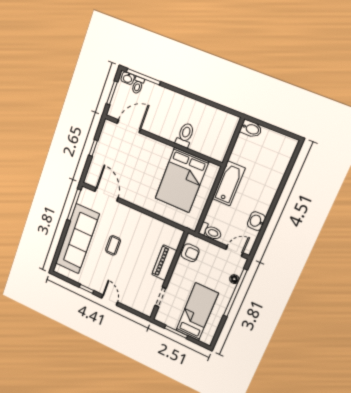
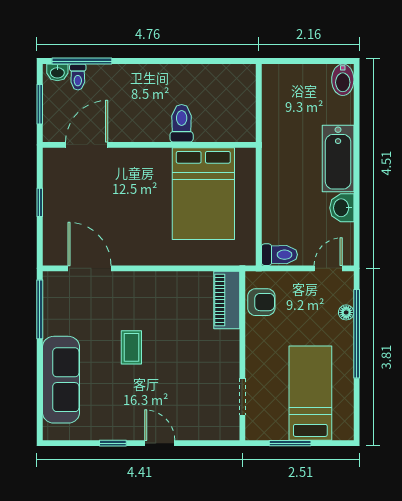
bidet: (251, 129) -> (343, 80), moved, turned 90
bathtub: (229, 183) -> (338, 158), moved, turned 180
sofa: (77, 239) -> (61, 380), width x0.74, depth x0.79
piano: (164, 263) -> (227, 300), moved

